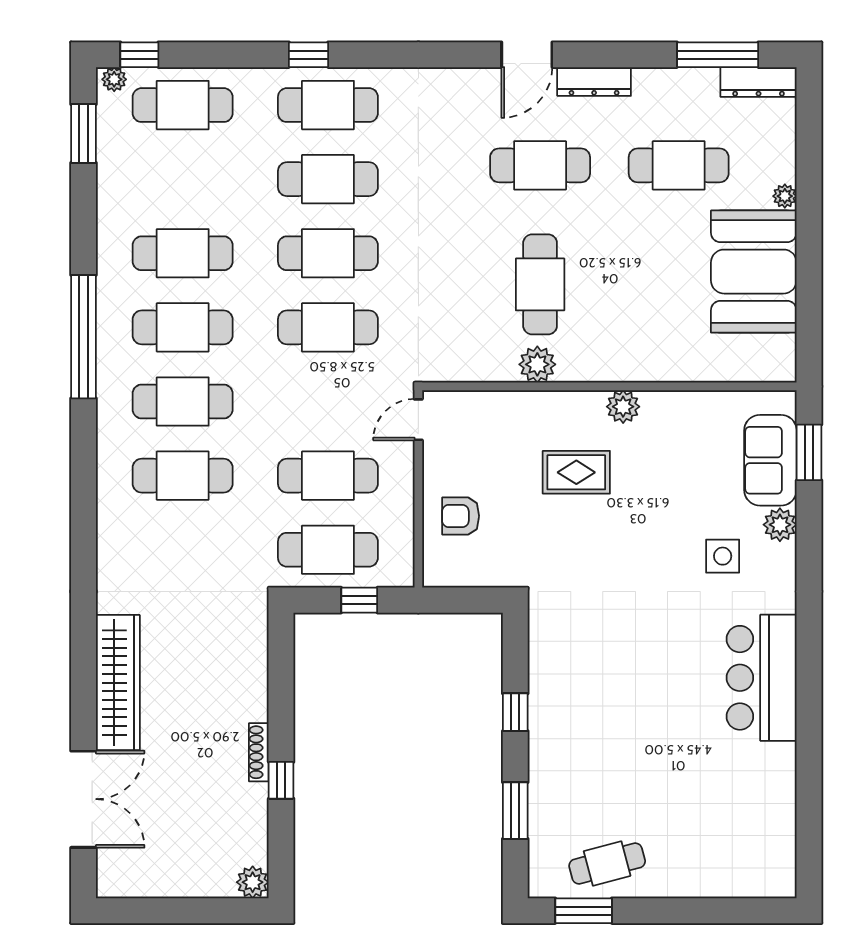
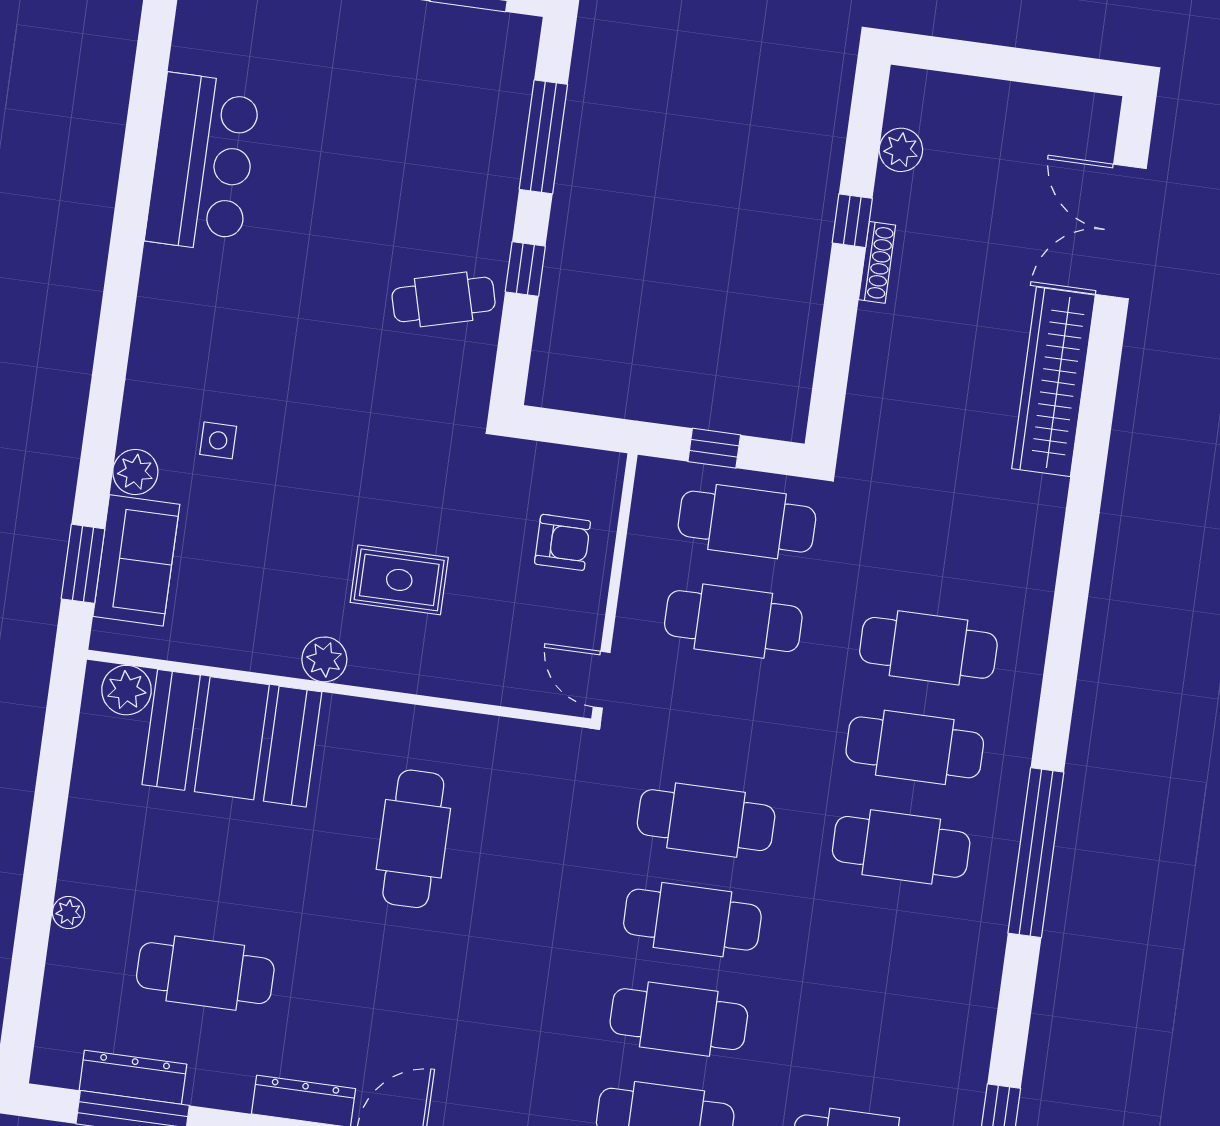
dresser: (759, 82) -> (133, 1077), moved
cafe table: (540, 165) -> (391, 999), removed
cafe table: (183, 253) -> (888, 946), removed
booth: (754, 272) -> (232, 738), moved, turned 90
plant: (537, 364) -> (126, 690), moved
door: (418, 420) -> (602, 680), swing flipped
side table: (723, 556) -> (218, 440), width x0.73, depth x0.73
bar counter: (762, 678) -> (203, 163), moved
window: (515, 811) -> (543, 137), width x1.44
cafe table: (607, 863) -> (444, 299), moved
plant: (253, 882) -> (901, 150), moved

